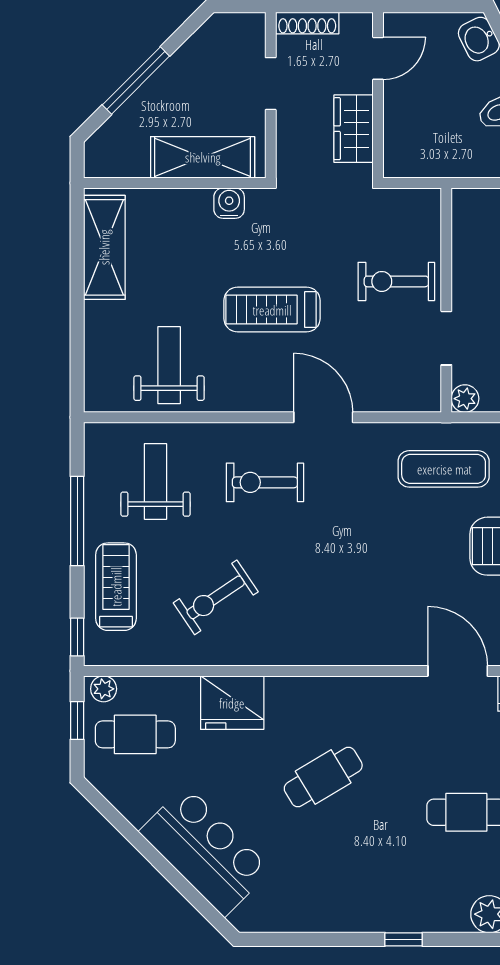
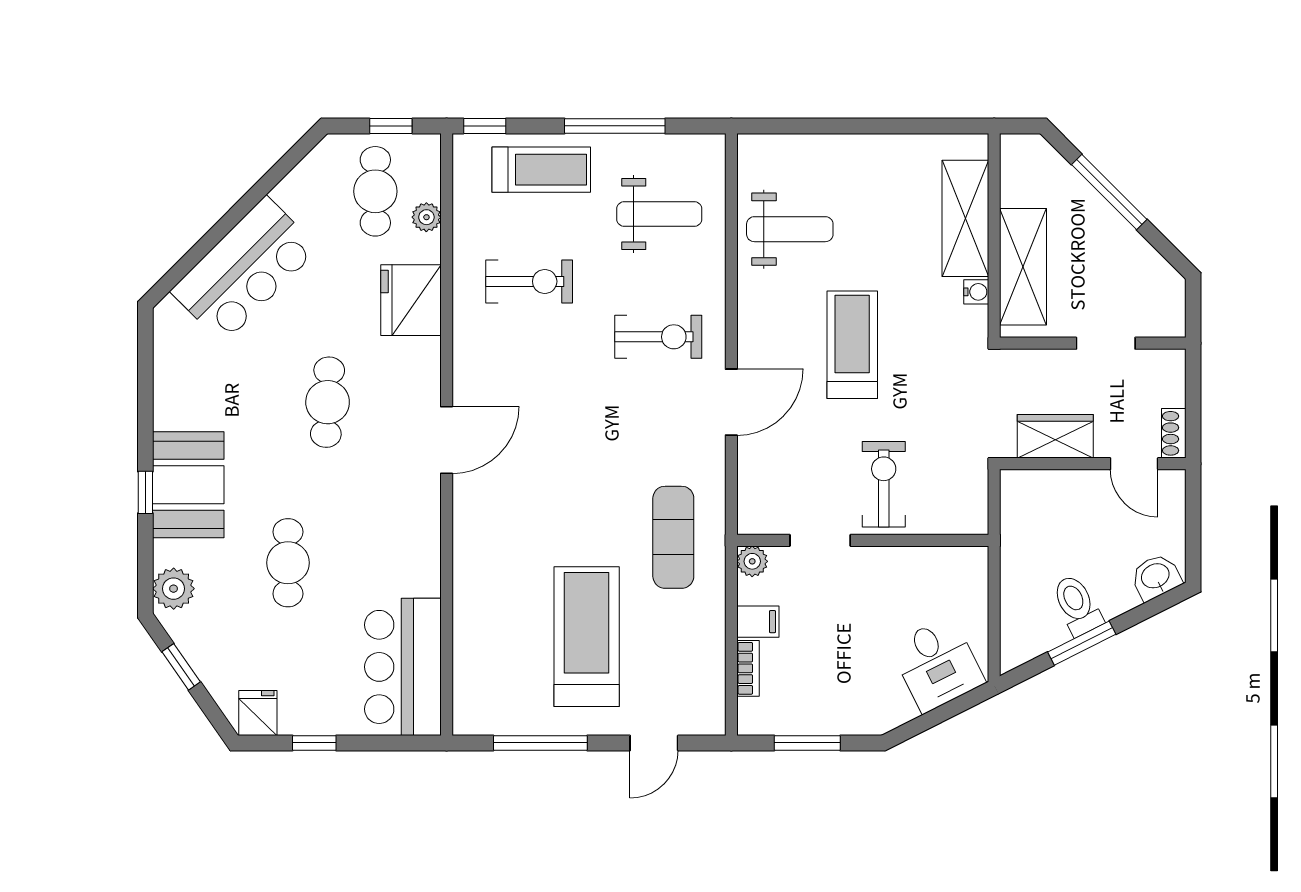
shoe rack: (307, 23) -> (1174, 433), moved, width x0.70
water cooler: (229, 203) -> (976, 292), width x0.72, depth x0.72
shelving: (104, 247) -> (965, 218), moved, turned 90
exercise bike: (265, 482) -> (658, 337), turned 90
exercise bike: (216, 597) -> (529, 281), turned 124
door: (458, 671) -> (447, 440), moved
plant: (104, 689) -> (426, 217), moved
cafe table: (323, 777) -> (328, 402), turned 34
booth: (397, 901) -> (188, 485), added

